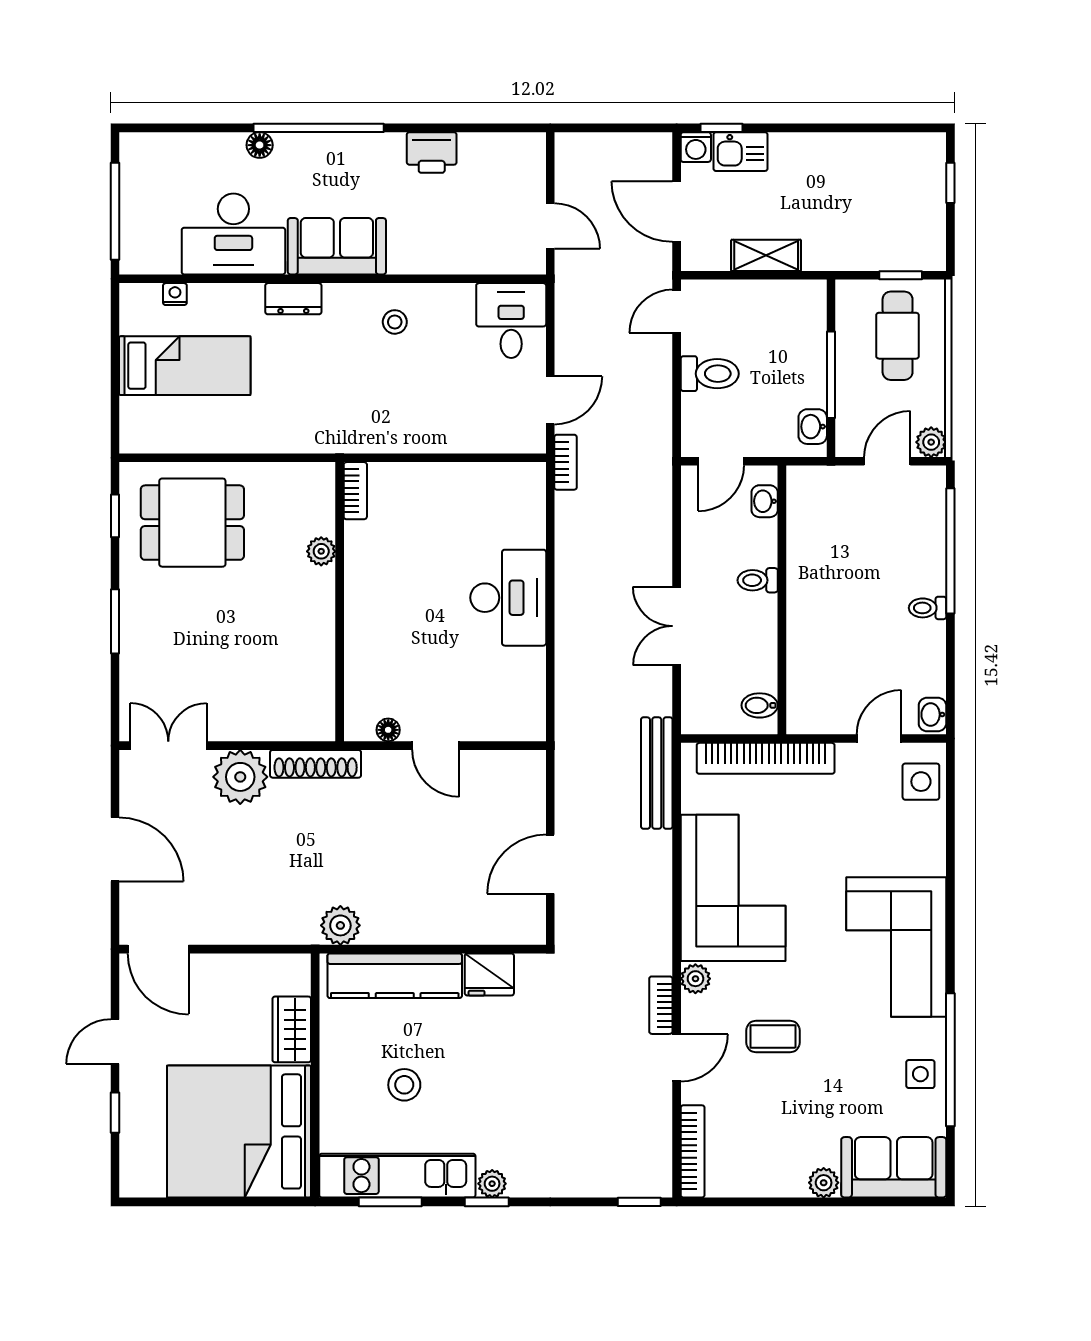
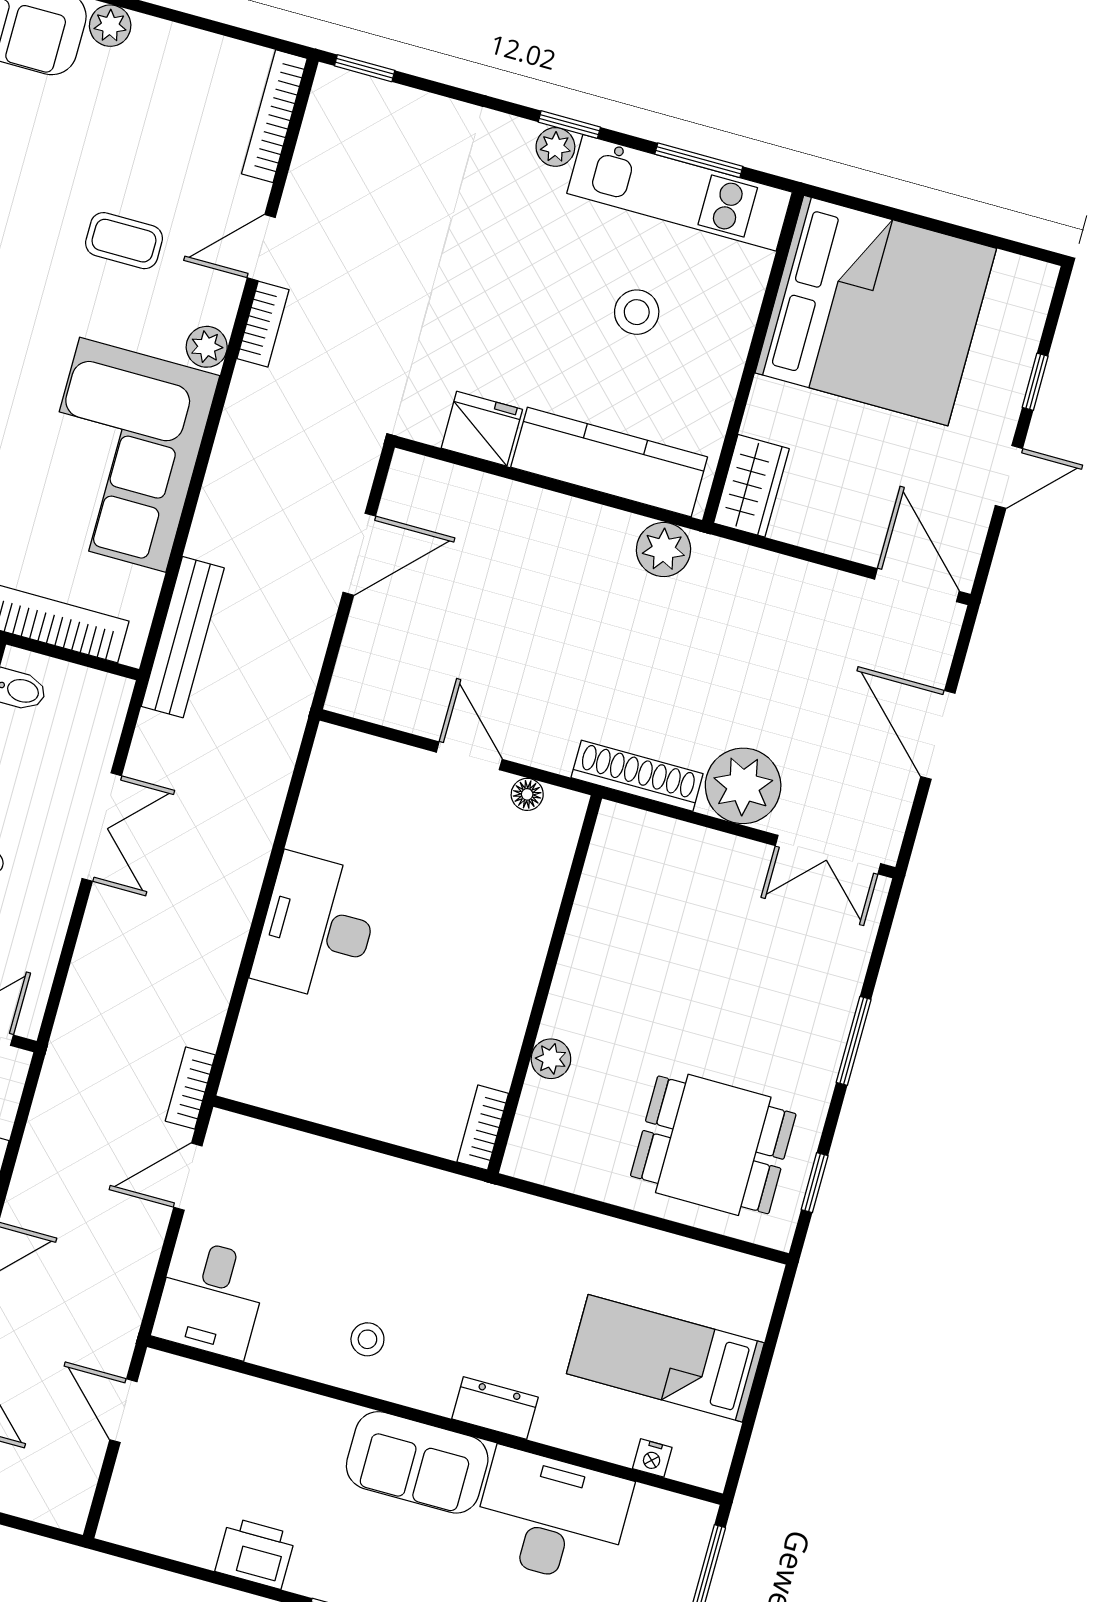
wardrobe: (292, 1029) -> (751, 486), moved

